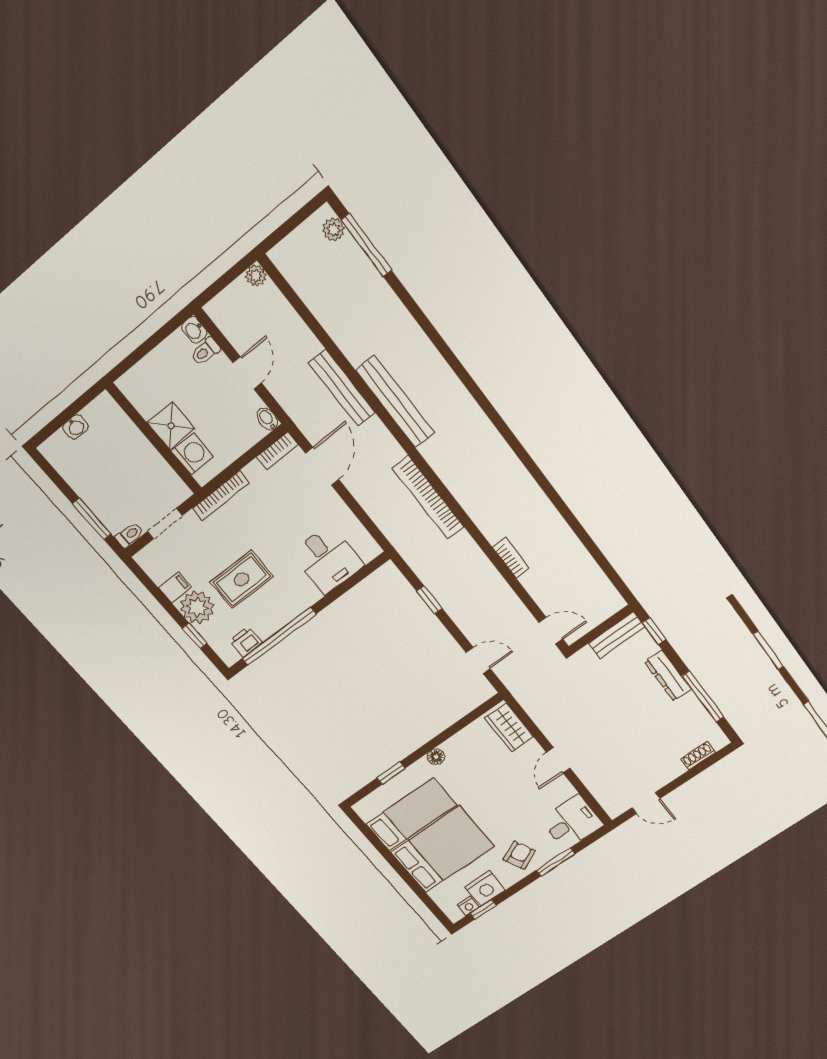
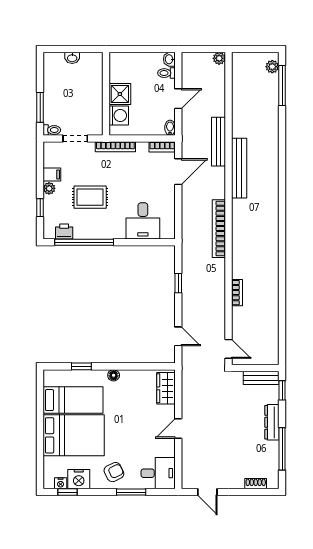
plant: (197, 607) -> (49, 188), width x0.53, depth x0.53

